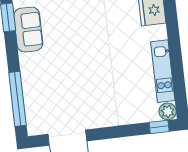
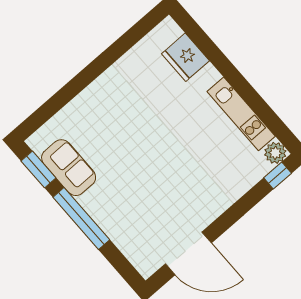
window: (17, 99) -> (81, 218), moved

